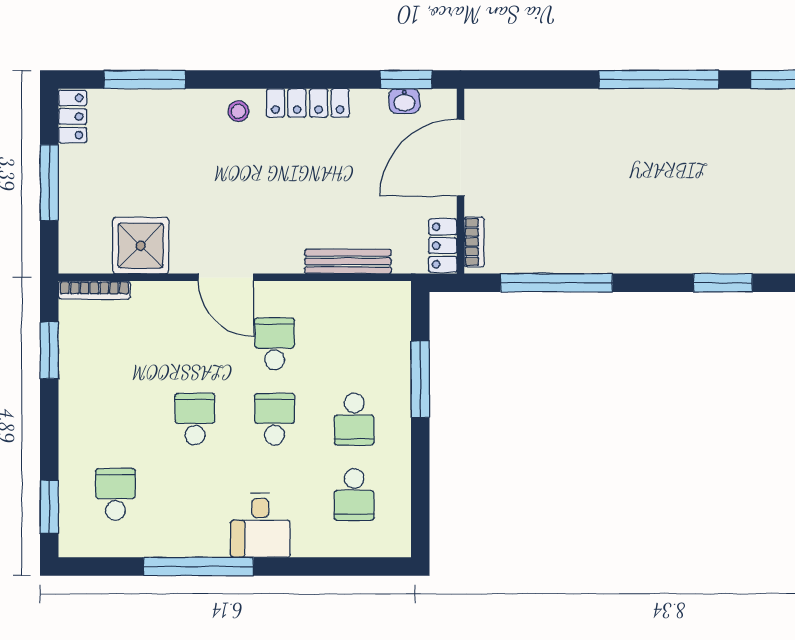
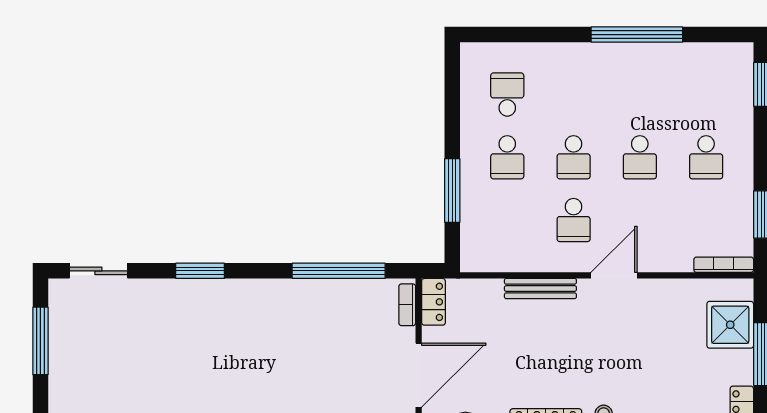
shower: (141, 246) -> (730, 325), moved
bench: (348, 262) -> (540, 289), moved
door: (226, 277) -> (614, 275), hinge flipped
school desk: (354, 419) -> (507, 157), turned 180
school desk: (115, 494) -> (706, 157), moved
desk: (260, 525) -> (585, 69), removed

